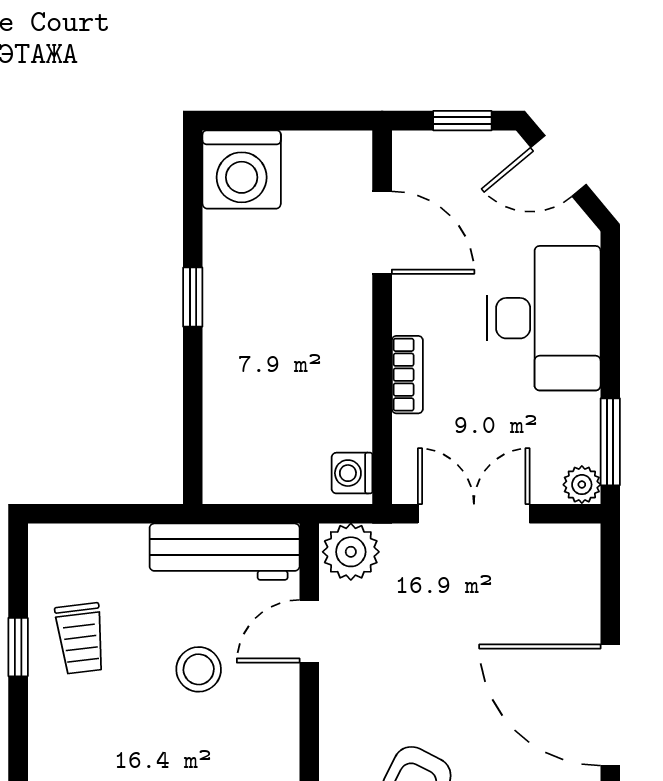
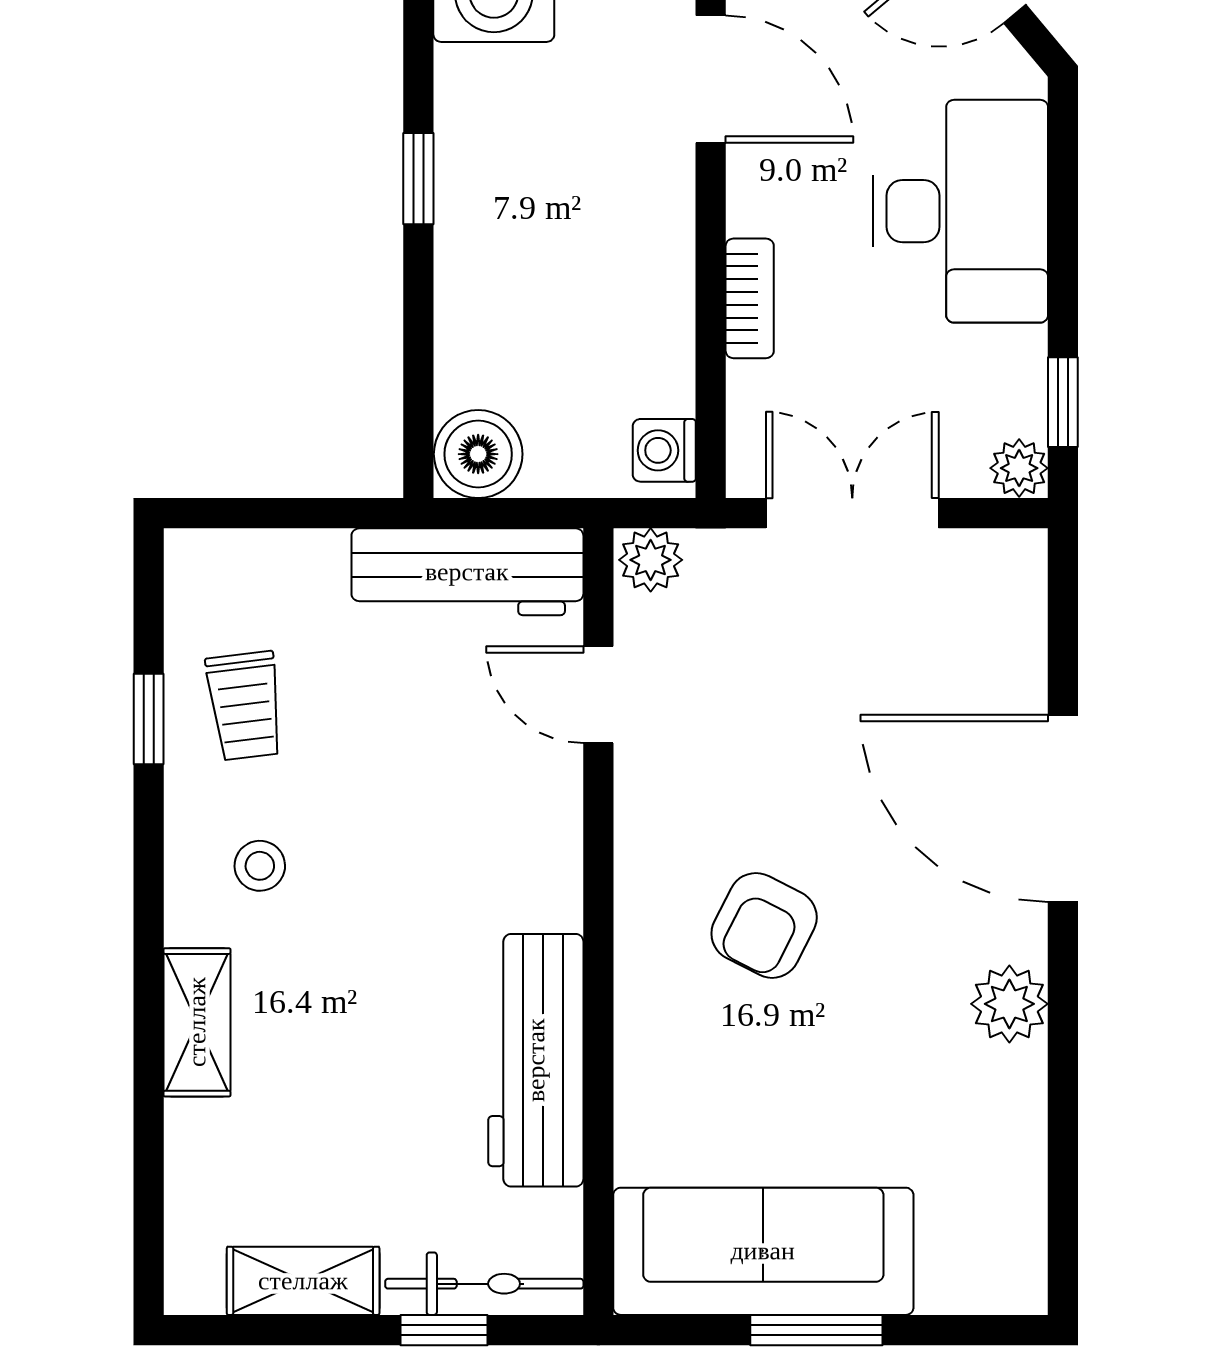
window: (610, 442) -> (1063, 402), width x0.67
boiler: (231, 475) -> (478, 454), added
plant: (351, 552) -> (651, 560), width x0.73, depth x0.73
door: (309, 631) -> (598, 695), hinge flipped
stool: (199, 669) -> (260, 866), moved, width x0.73, depth x0.73

